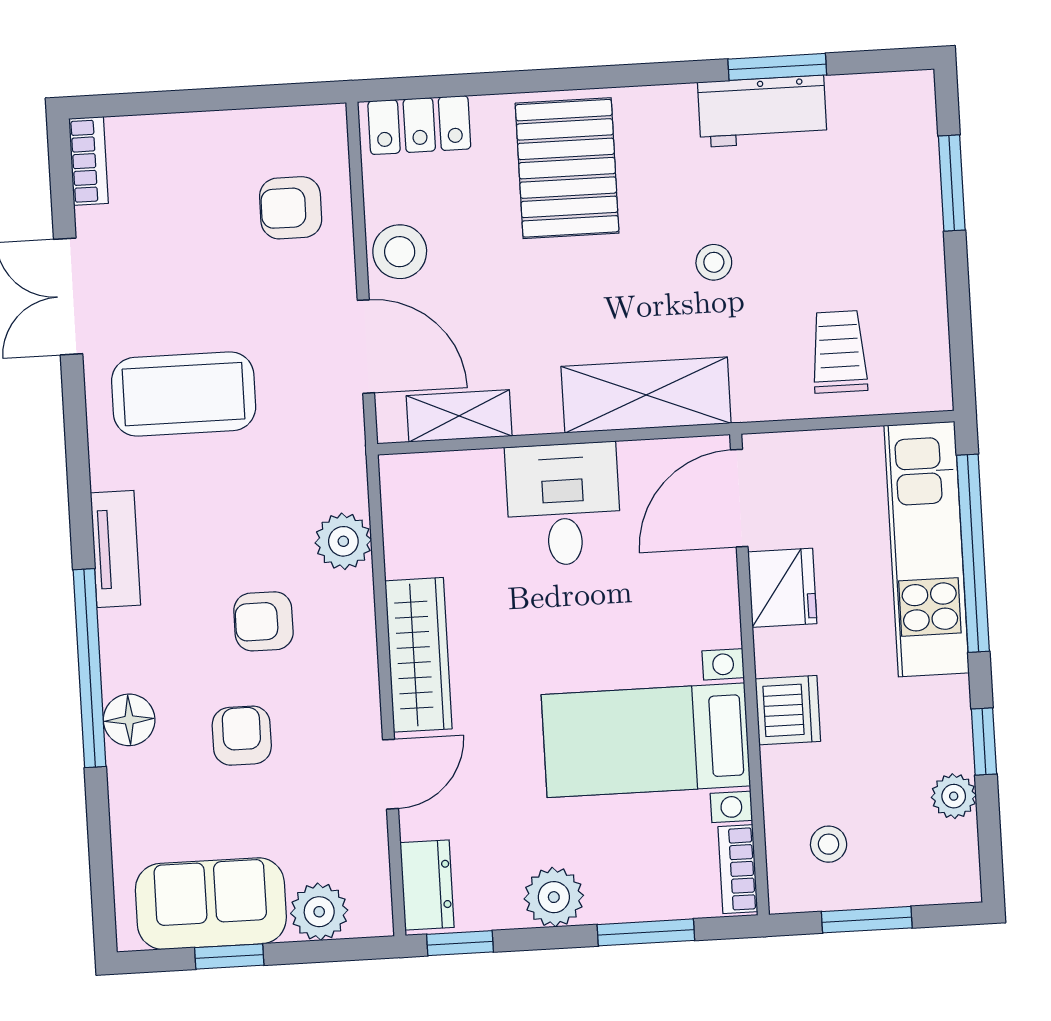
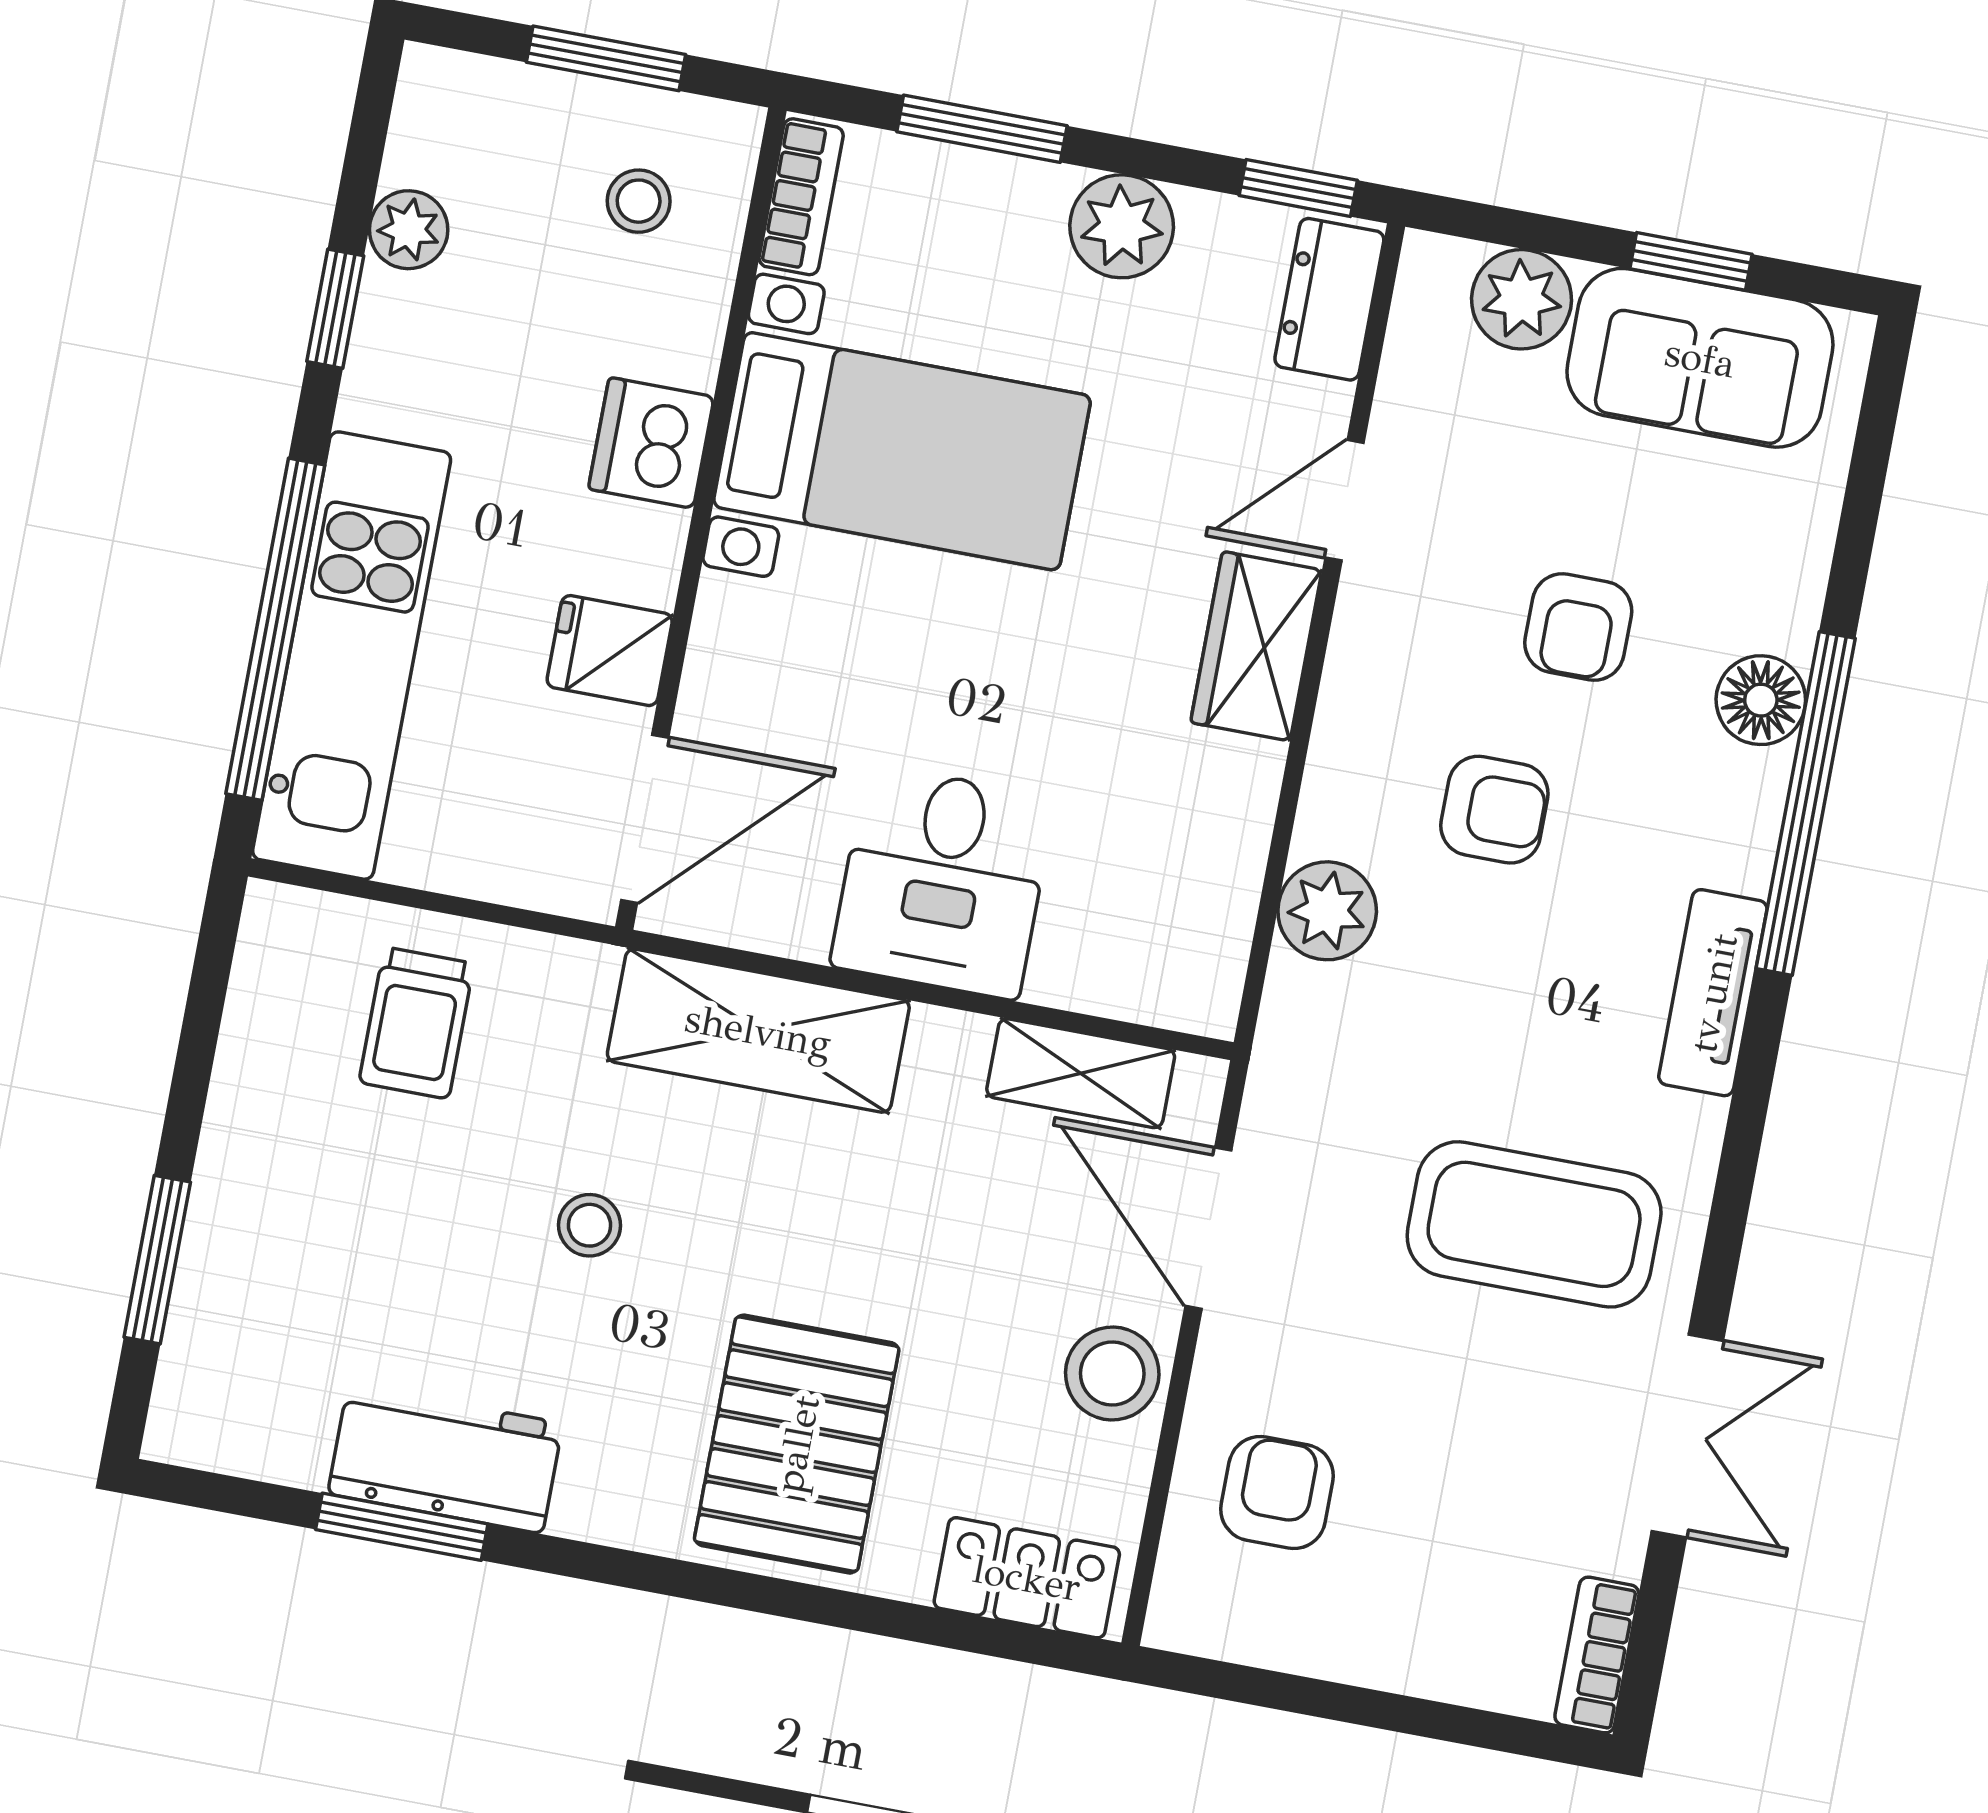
armchair: (291, 208) -> (1277, 1492), turned -90
fridge: (782, 588) -> (610, 651), width x0.72
wardrobe: (418, 655) -> (1256, 646), width x0.67

